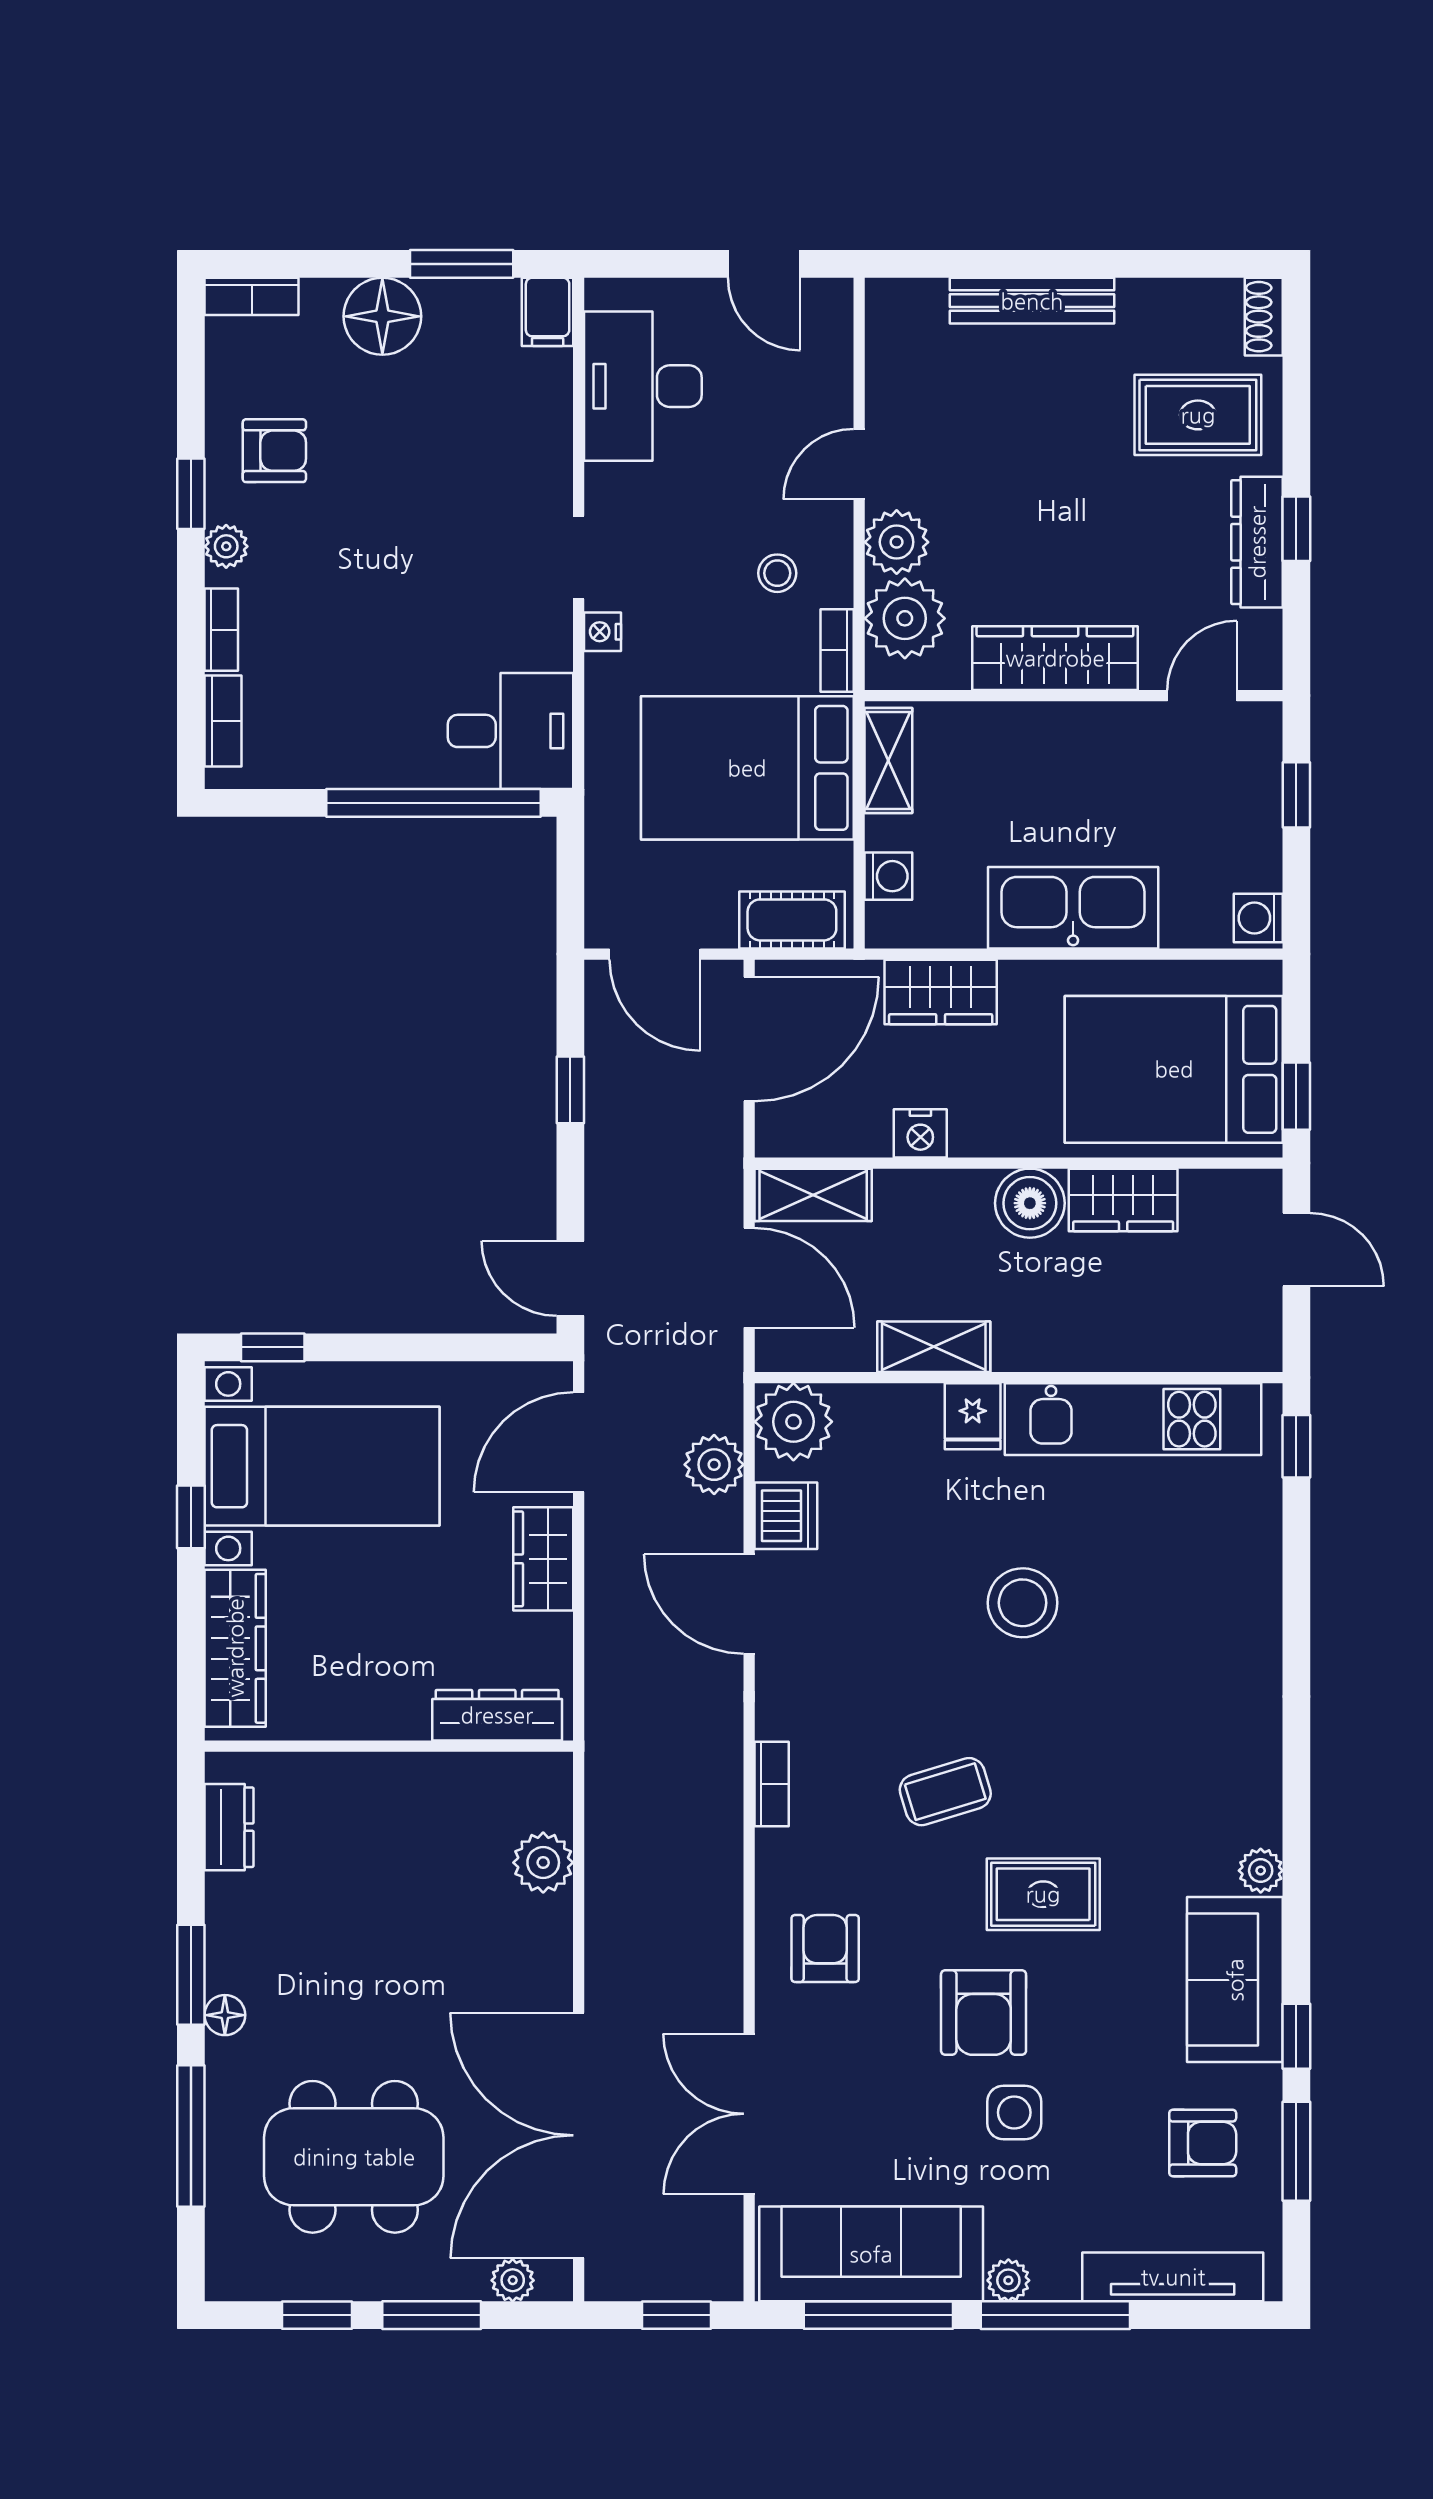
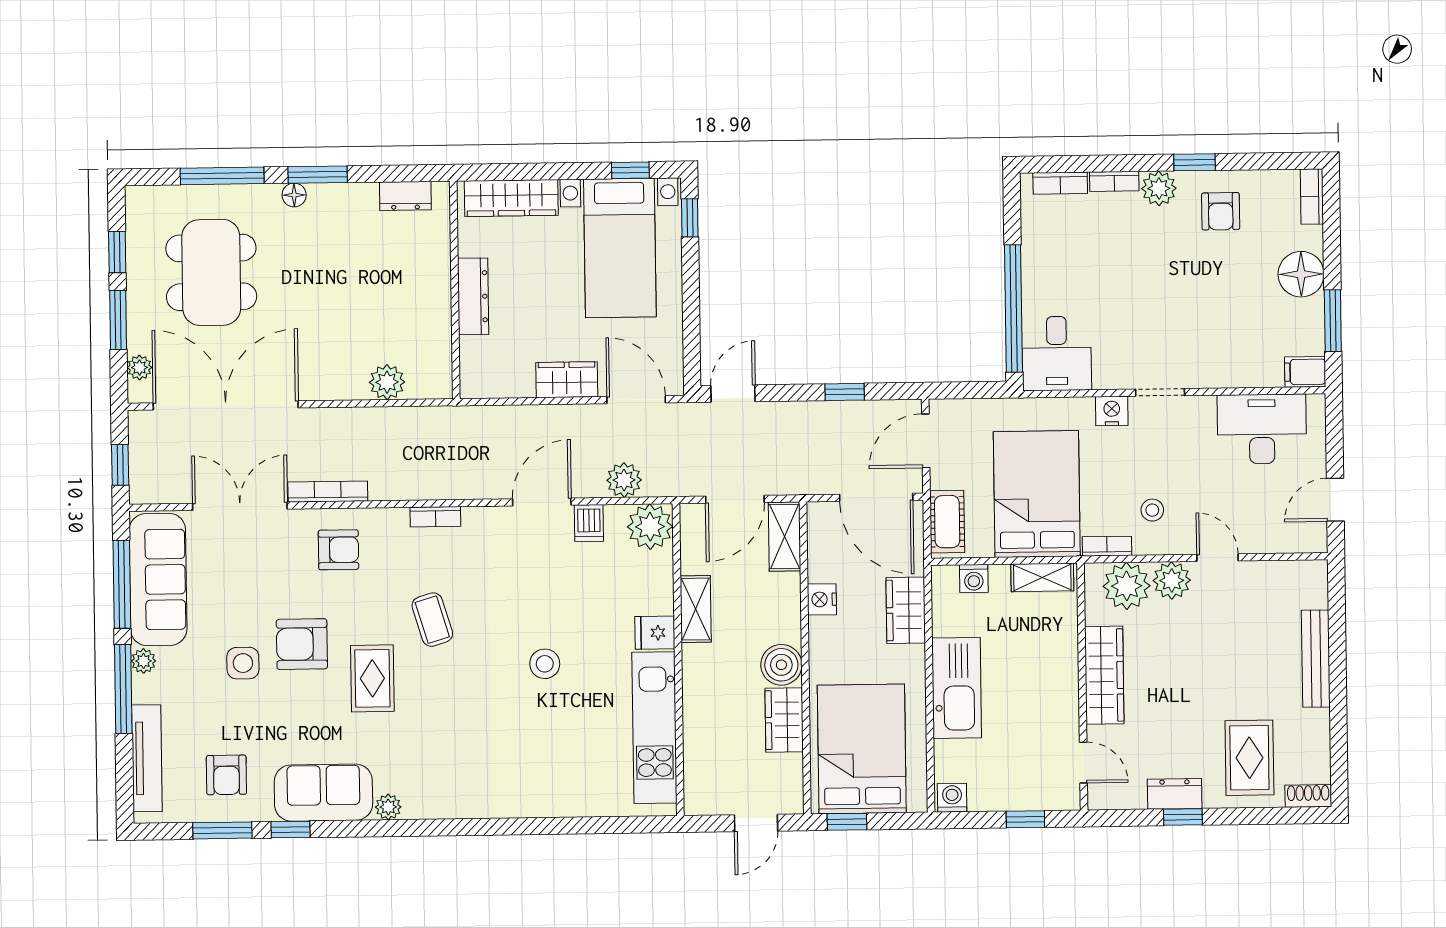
dresser: (1257, 542) -> (1175, 794), width x0.70
plant: (226, 546) -> (1159, 188), width x1.38, depth x1.38
nightstand: (603, 632) -> (1112, 411), width x1.39, depth x1.35
window: (1296, 1446) -> (640, 825), removed
dishwasher: (786, 1516) -> (589, 523), width x0.73
window: (191, 1517) -> (630, 170), moved
stool: (1023, 1603) -> (545, 664), width x0.73, depth x0.73
dresser: (497, 1715) -> (473, 296), moved
bookcase: (727, 1965) -> (328, 492), added

